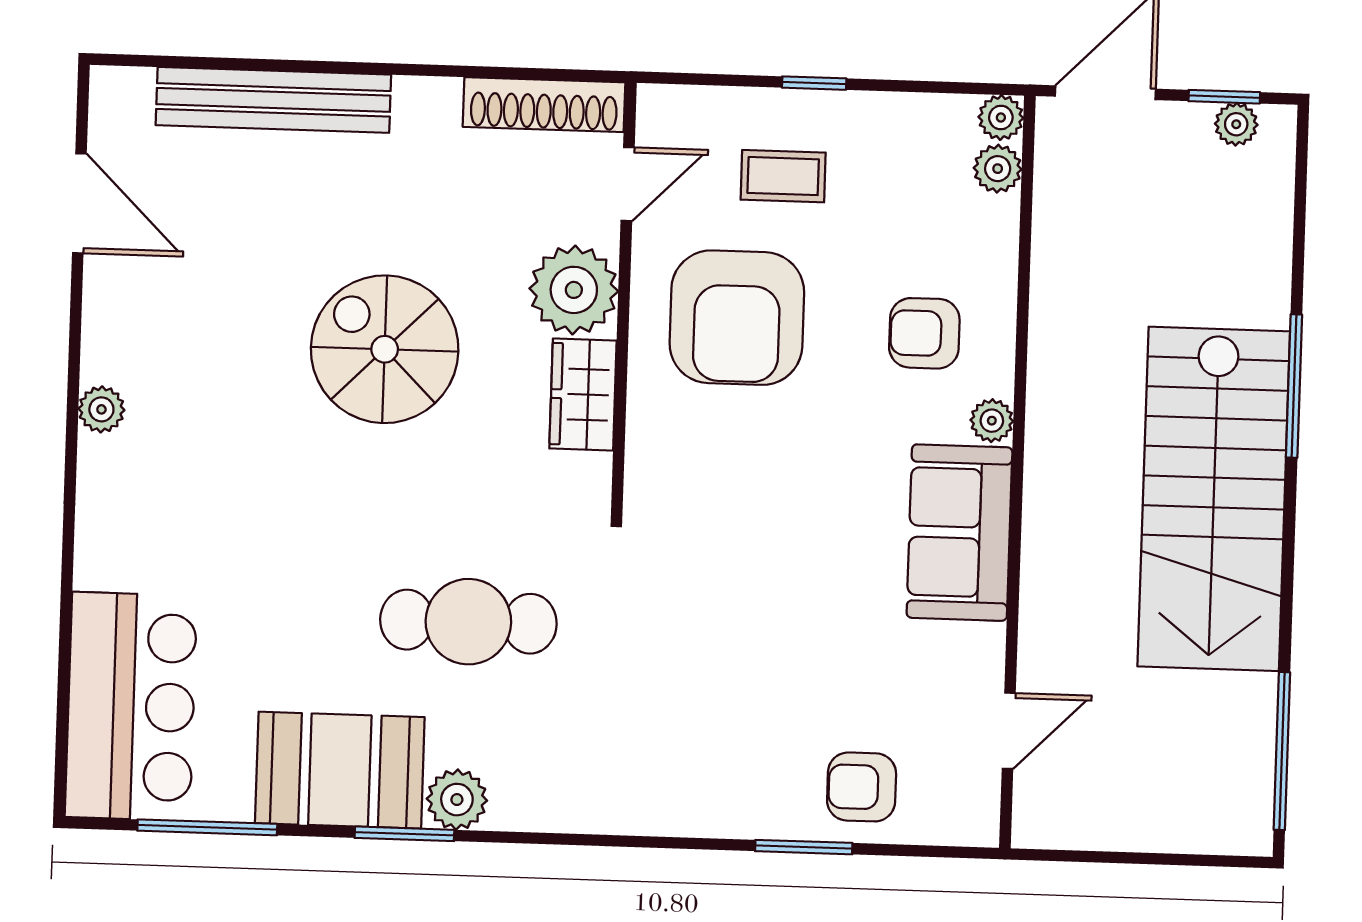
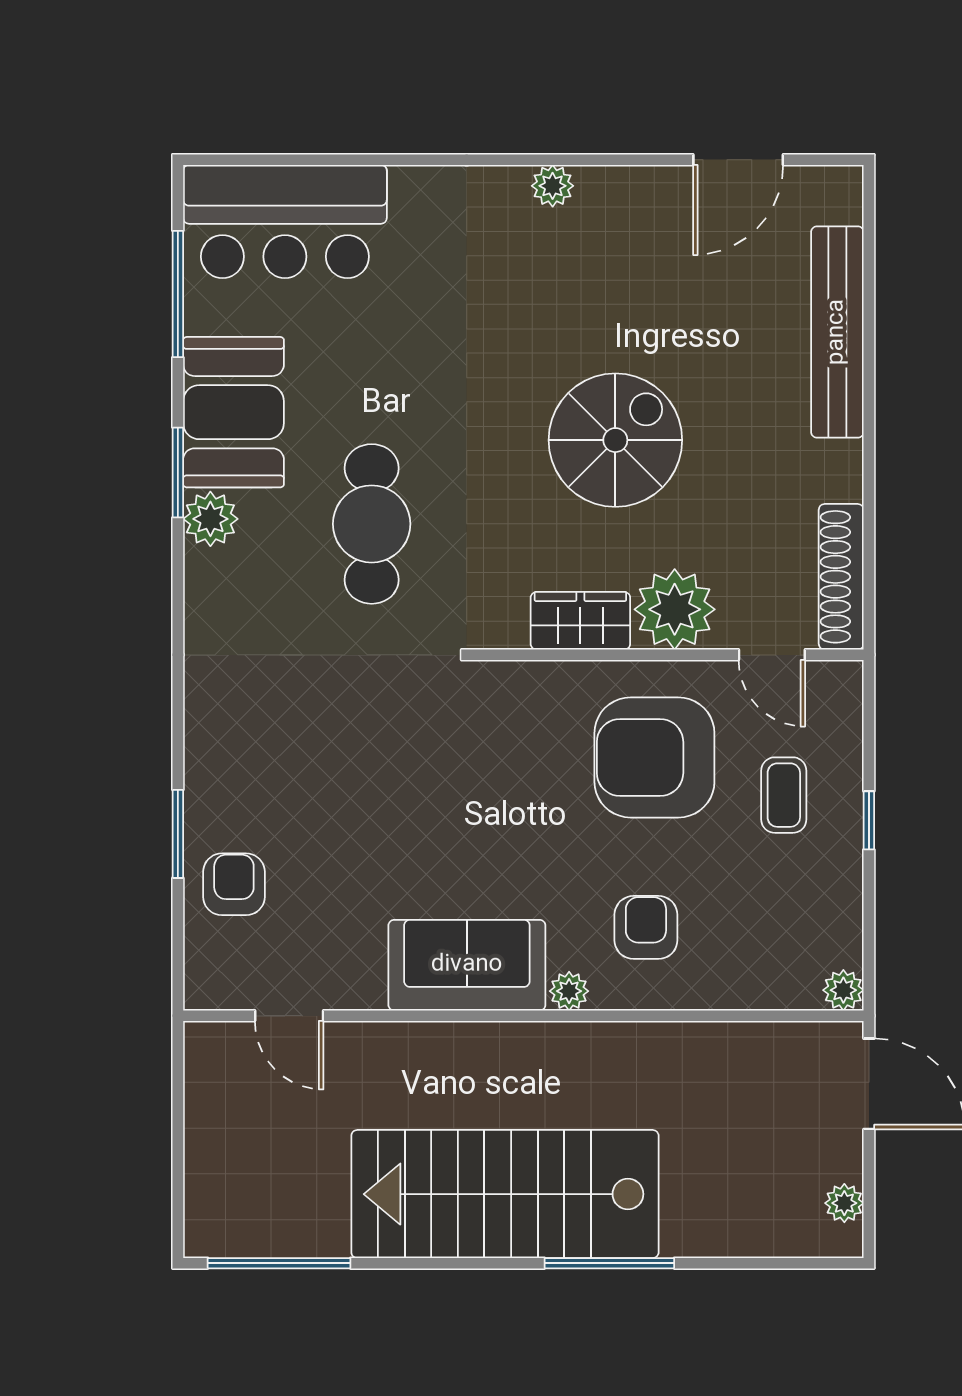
window: (1224, 97) -> (869, 1192), removed
plant: (998, 169) -> (797, 989), removed

